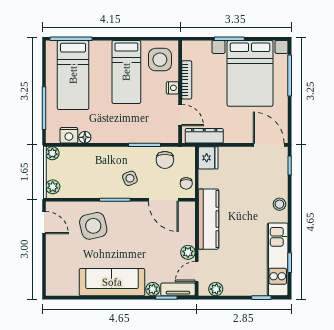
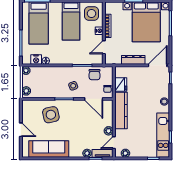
door: (180, 115) -> (104, 47), swing flipped
dresser: (204, 136) -> (133, 60), moved
door: (269, 145) -> (158, 65), hinge flipped
fridge: (208, 158) -> (121, 84), moved
door: (44, 223) -> (21, 130), moved
sofa: (112, 282) -> (49, 149), moved

